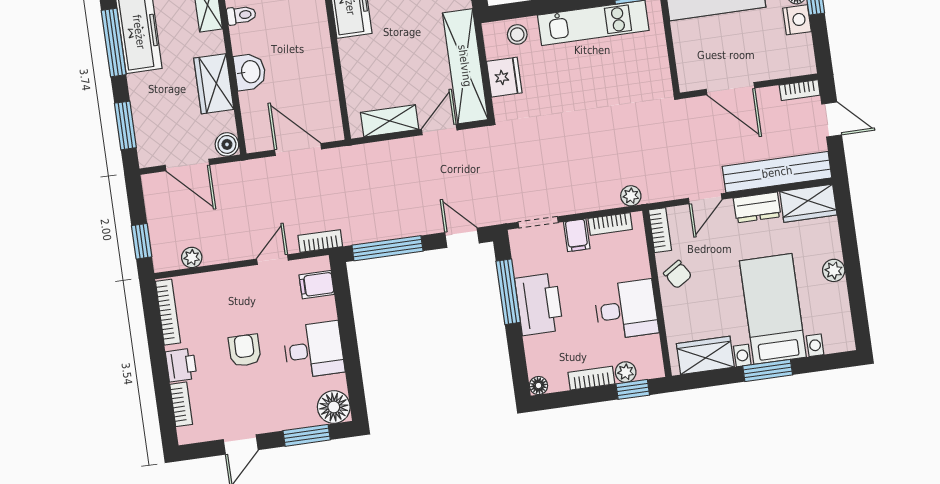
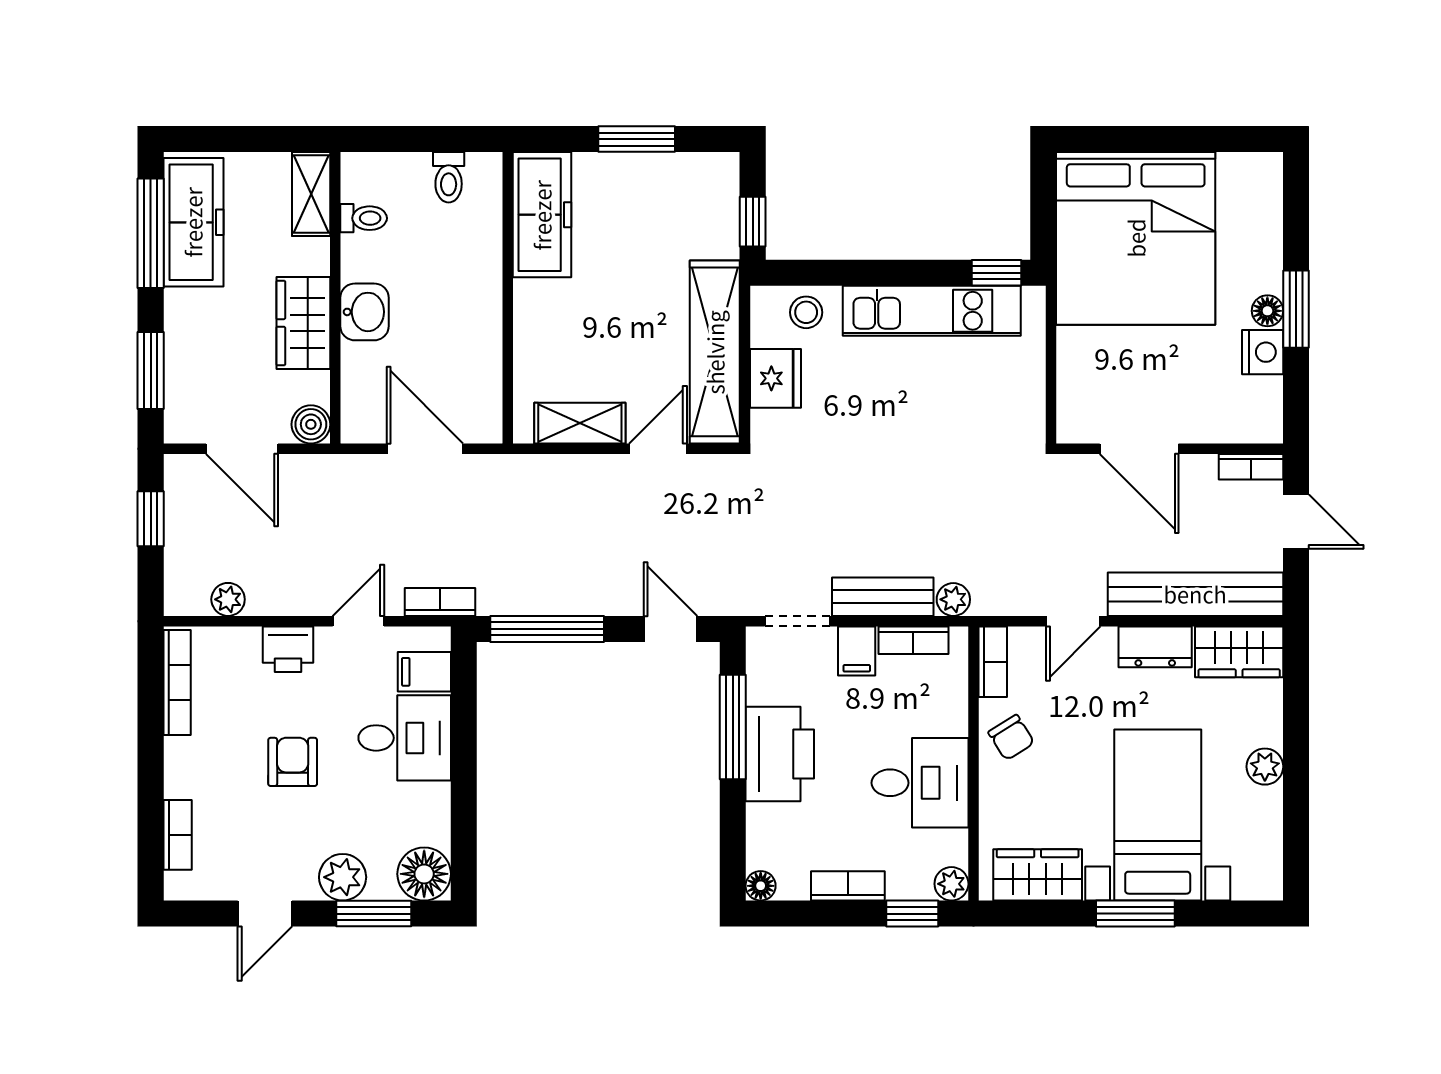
bench: (588, 200) -> (883, 597), added
window: (142, 241) -> (151, 519), moved
desk: (314, 350) -> (405, 738), moved
printer: (181, 365) -> (288, 649), moved, turned 90
plant: (626, 372) -> (951, 884), moved
plant: (285, 416) -> (343, 877), added

